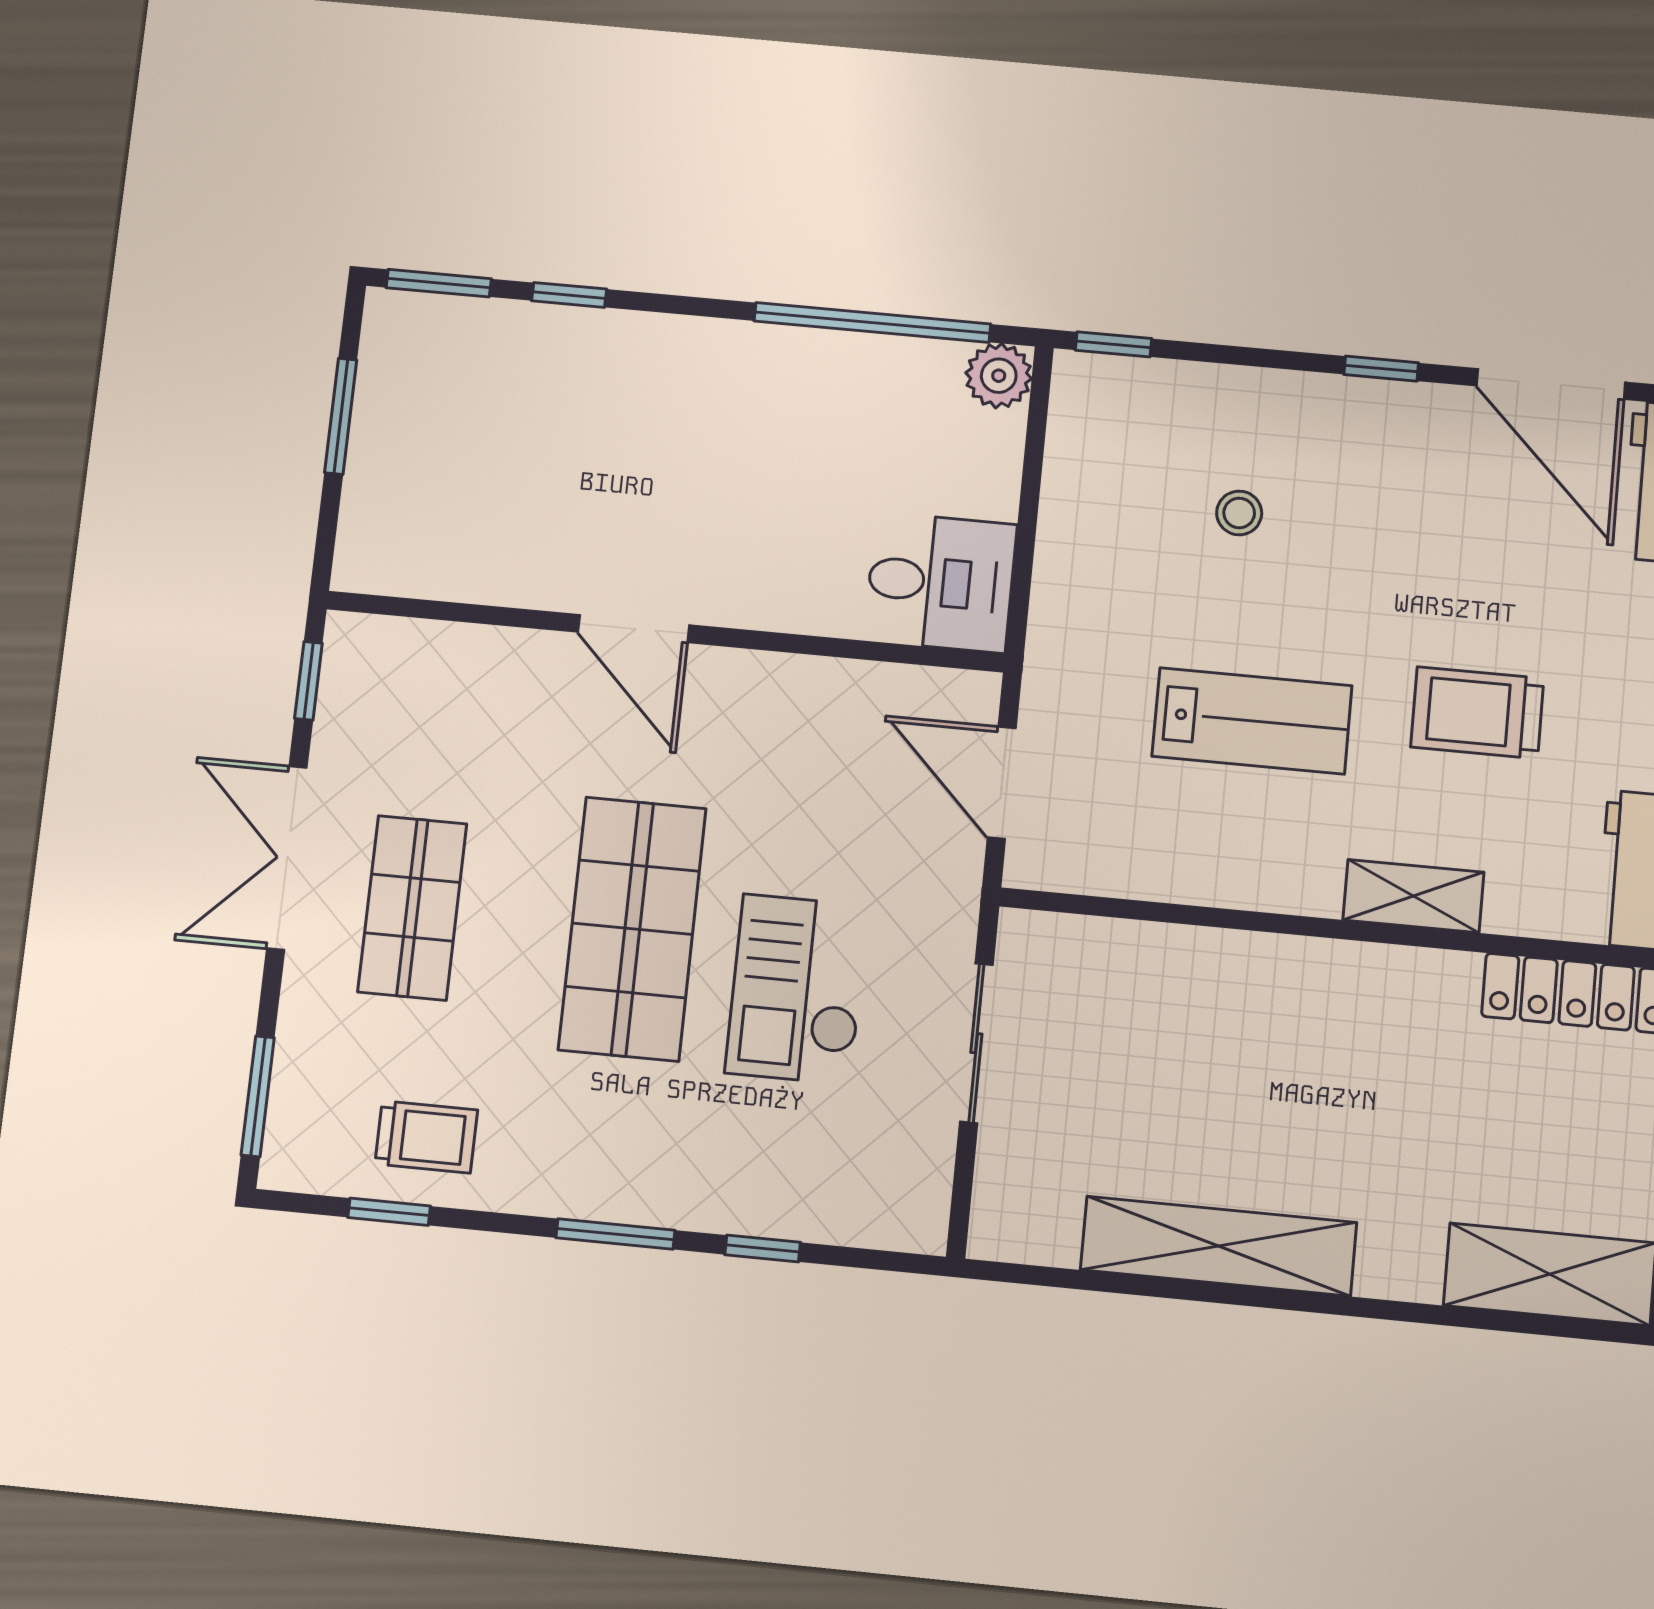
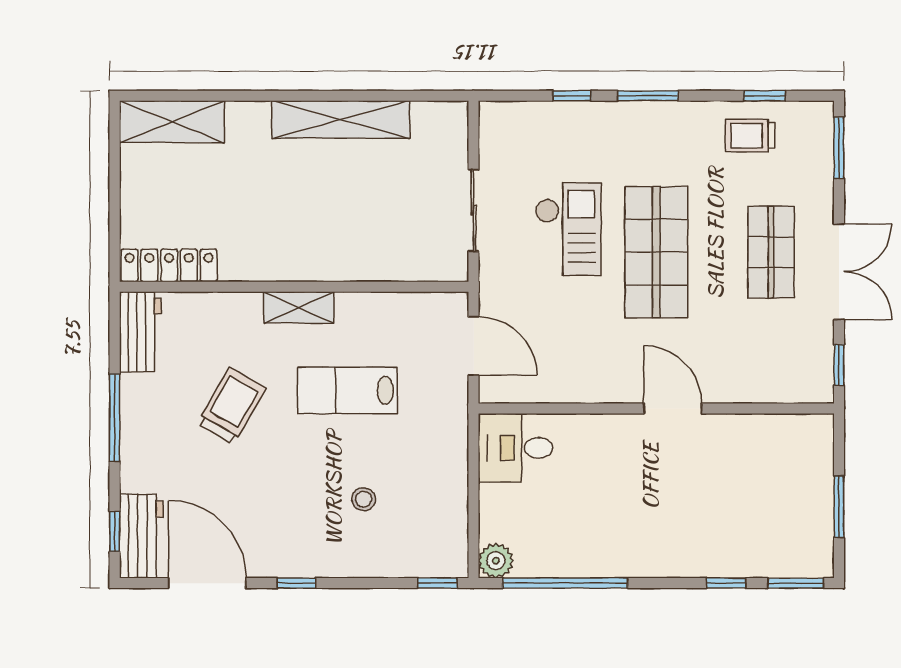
trolley: (1477, 713) -> (232, 406), turned -60
shelving: (1413, 896) -> (299, 307), moved

